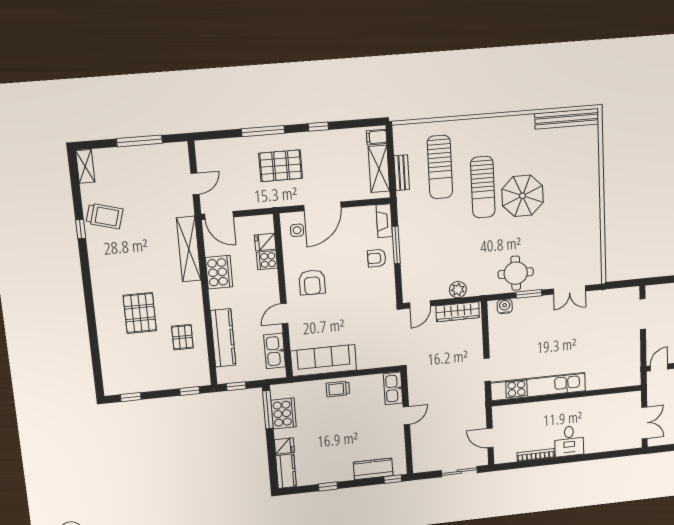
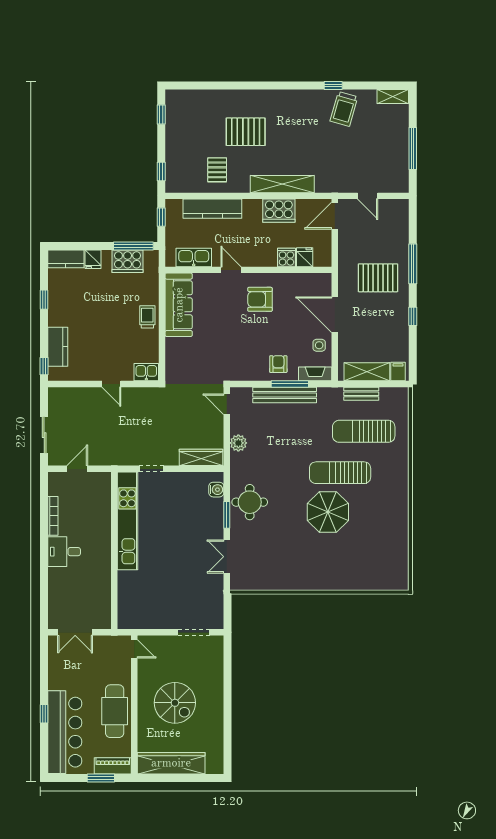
bench: (567, 119) -> (285, 395), moved, turned 90
pallet: (281, 166) -> (378, 278), turned 90
side table: (297, 230) -> (319, 345), moved
shelving: (189, 249) -> (282, 184), moved
wardrobe: (458, 312) -> (201, 457), moved, turned 90
pallet: (182, 337) -> (217, 170), turned 90
kitchen sink: (393, 388) -> (146, 372), width x0.73

